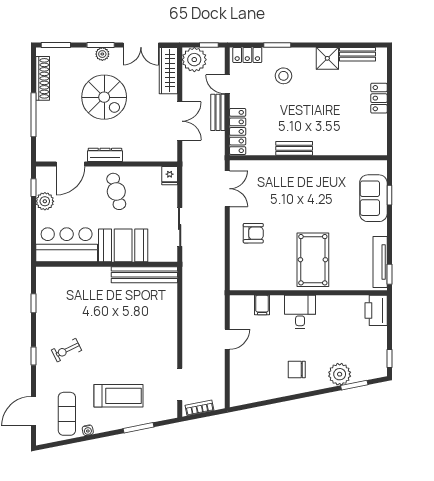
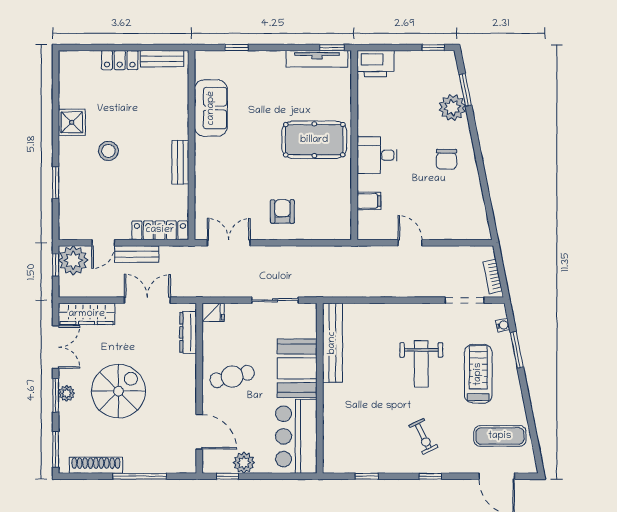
bench: (358, 54) -> (162, 59), moved, turned 90
locker: (247, 55) -> (68, 219), removed
plant: (194, 60) -> (73, 260), moved
stool: (283, 76) -> (108, 151), moved
dresser: (105, 155) -> (188, 332), moved
sofa: (373, 198) -> (211, 108), moved, turned -90
weight bench: (127, 348) -> (421, 364), added
water cooler: (88, 430) -> (503, 325), moved

